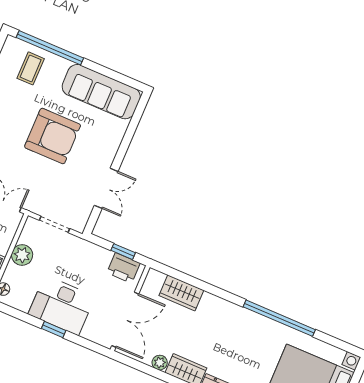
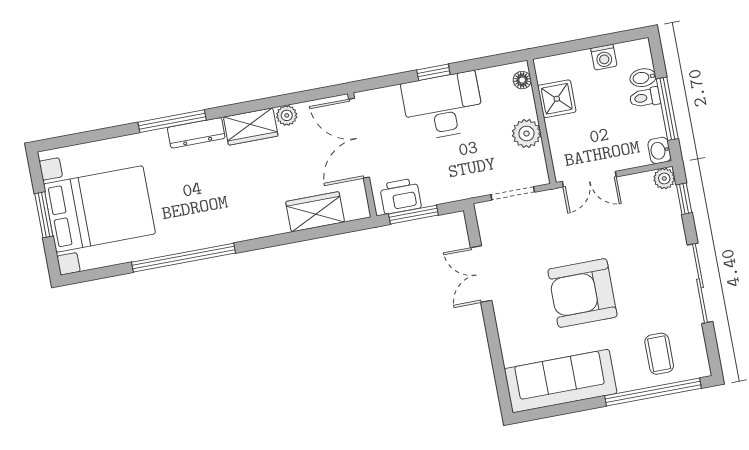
window: (123, 252) -> (413, 215), width x1.50

